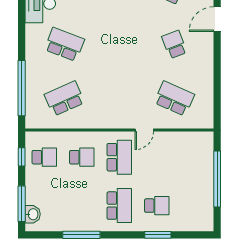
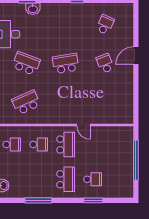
door: (217, 19) -> (136, 56), moved
school desk: (174, 99) -> (66, 63), moved, turned -33
door: (144, 130) -> (84, 125), hinge flipped

